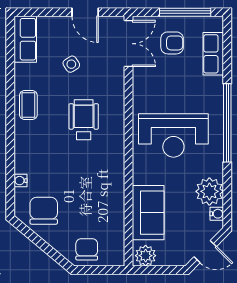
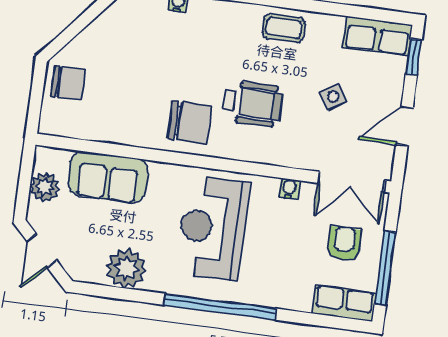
window: (36, 12) -> (414, 57), added
armchair: (172, 43) -> (344, 244), turned 180
row of seats: (213, 54) -> (344, 303), moved
chair: (44, 211) -> (189, 122), moved
water cooler: (217, 214) -> (289, 189), moved, turned 180
plant: (146, 256) -> (45, 187), moved

